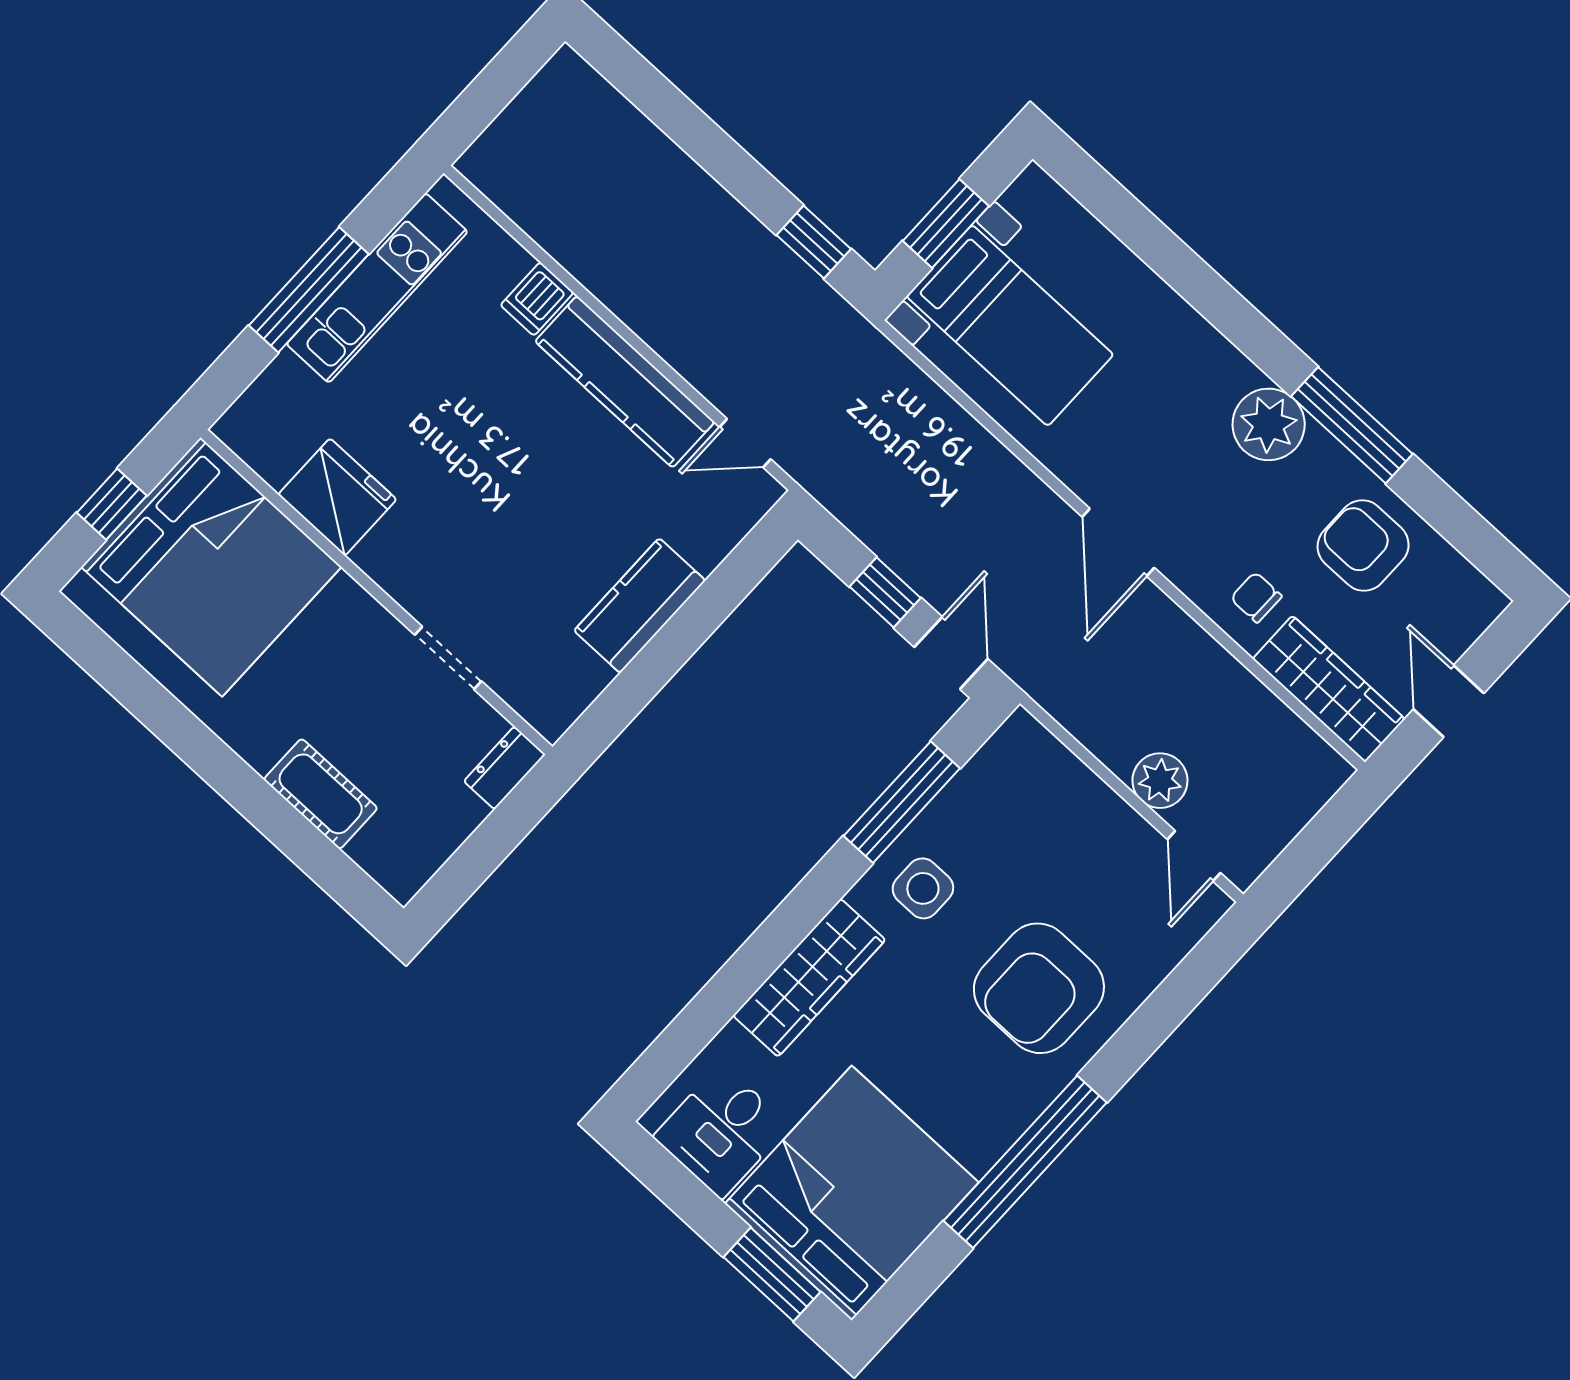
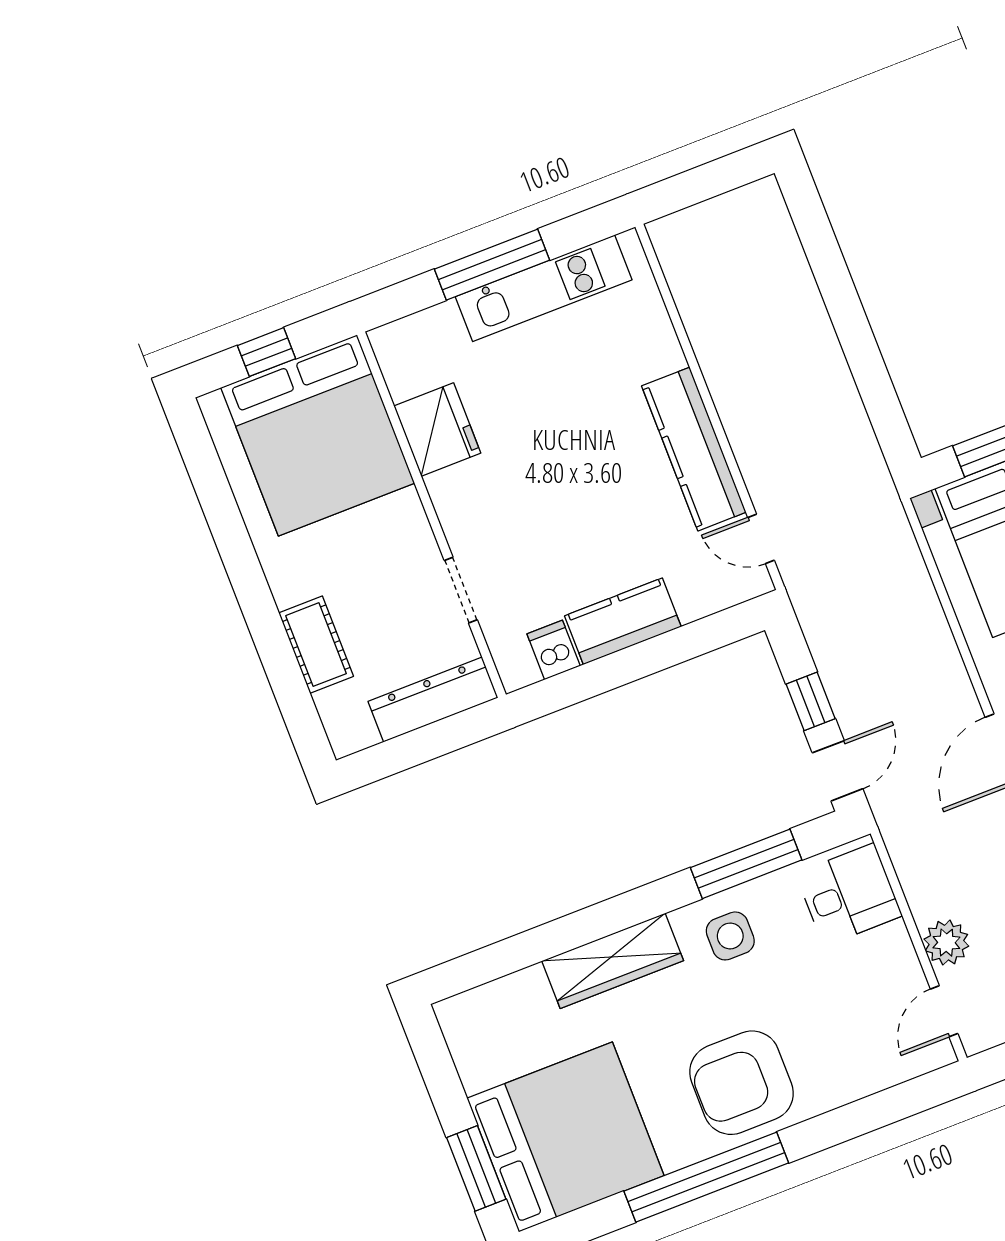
window: (814, 242) -> (886, 414), removed
dishwasher: (537, 299) -> (554, 650), moved, turned 90
dresser: (505, 768) -> (433, 700), width x1.96, depth x1.24
armchair: (1039, 988) -> (741, 1083), moved
desk: (721, 1131) -> (849, 895), moved, turned 180

